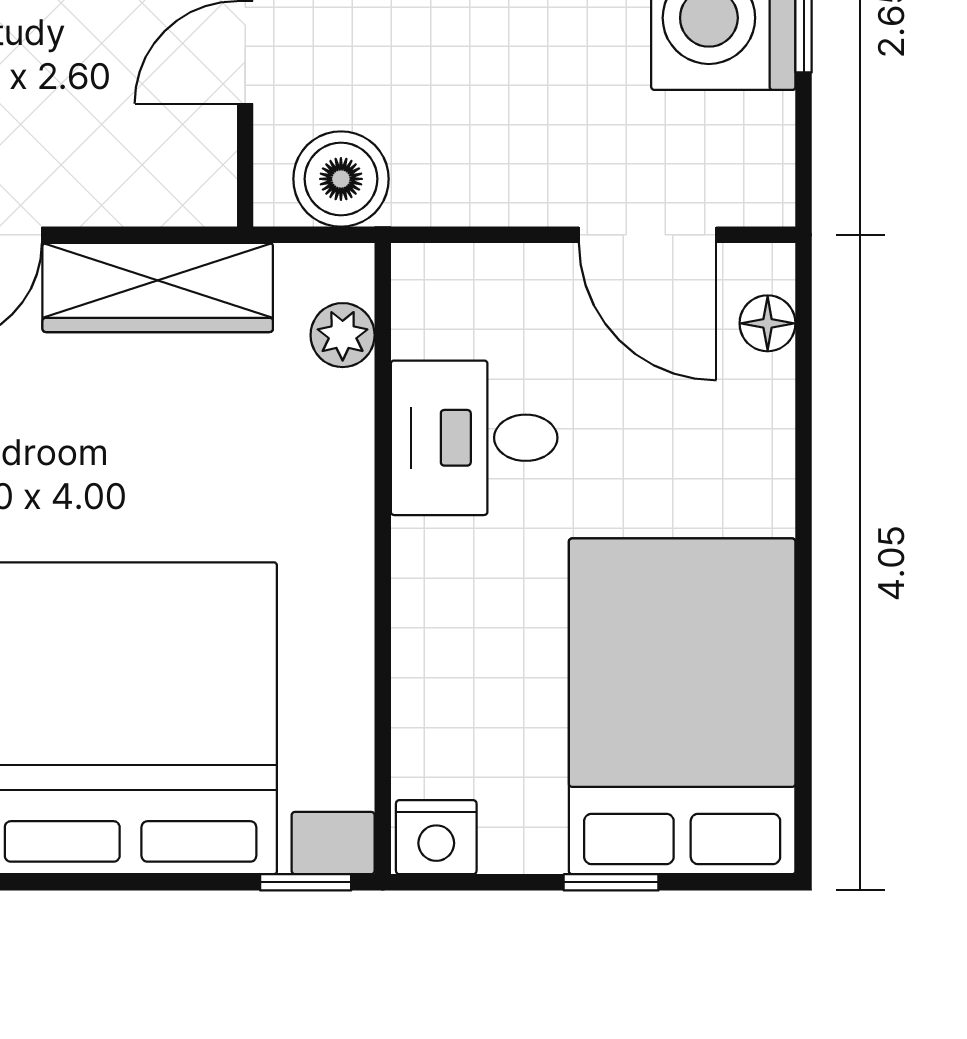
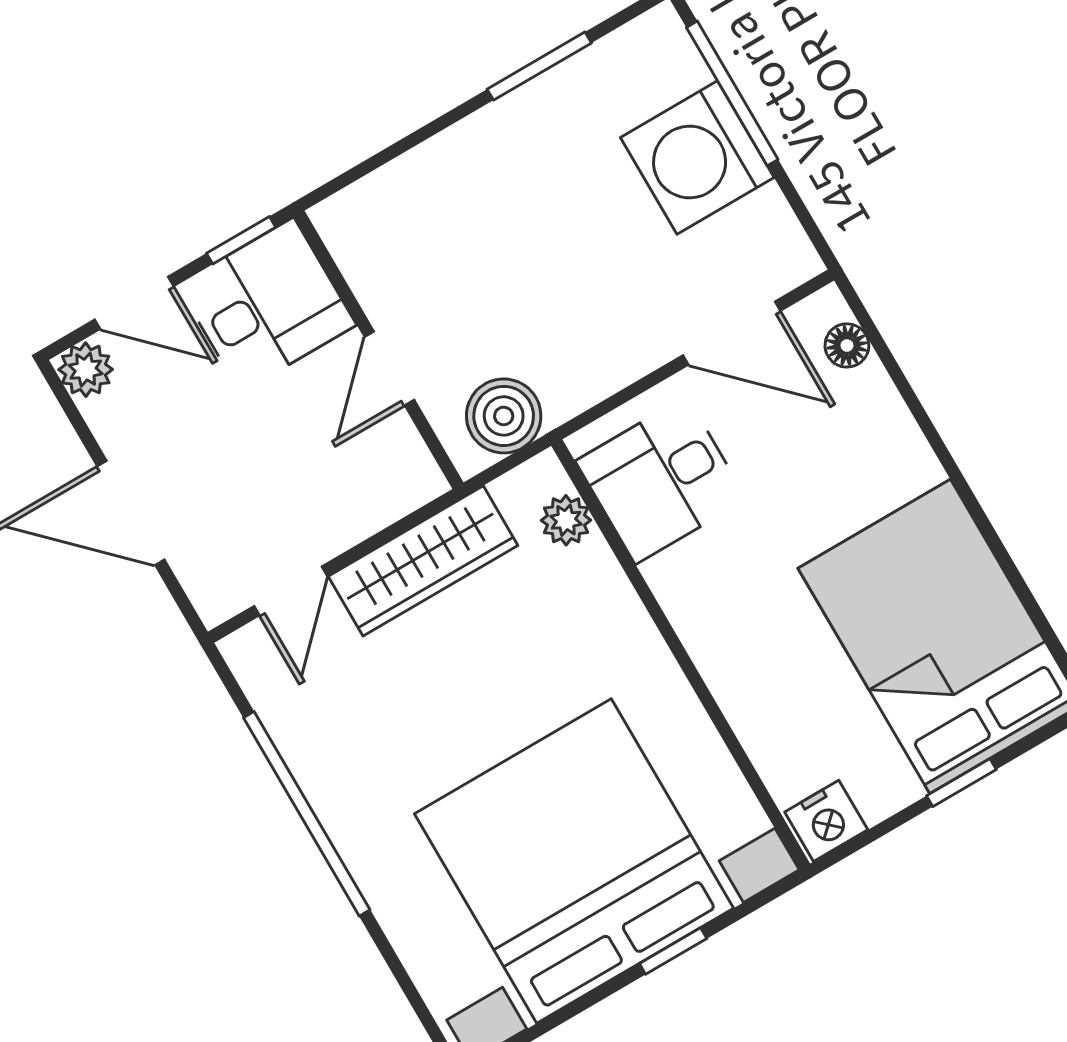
desk: (474, 438) -> (661, 480), moved
window: (306, 882) -> (673, 951), moved

